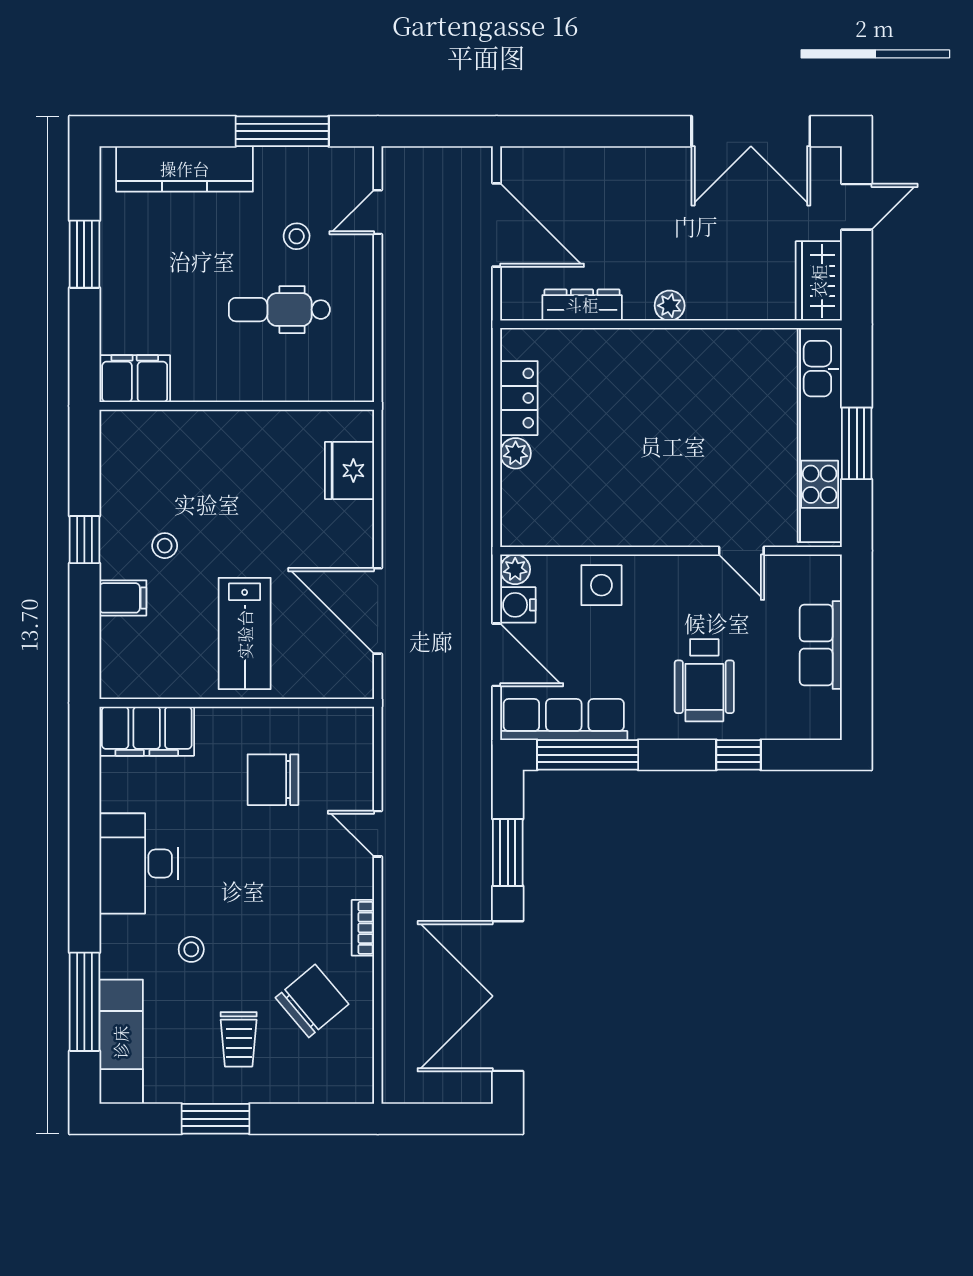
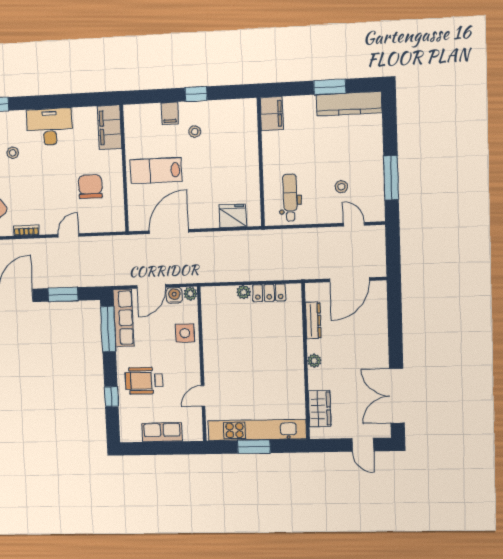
kitchen counter: (185, 169) -> (349, 104), moved, turned -90
wardrobe: (819, 281) -> (320, 409), moved, turned 90
dental chair: (279, 310) -> (290, 198), moved

